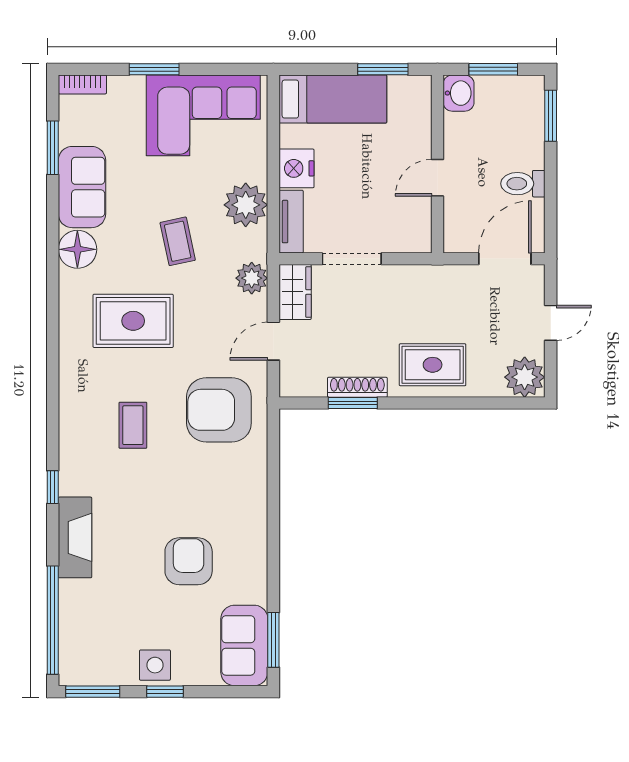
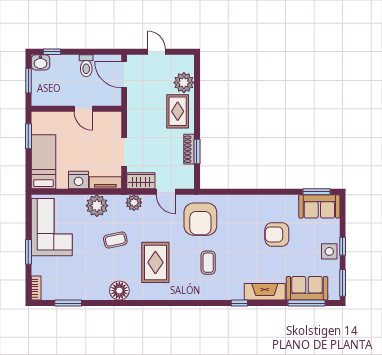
washbasin: (459, 93) -> (40, 62), moved, turned 180
window: (551, 116) -> (52, 52), width x0.67
sofa: (82, 187) -> (307, 288), moved
plant: (525, 377) -> (184, 83), moved
coffee table: (133, 425) -> (208, 263), turned 90
window: (53, 620) -> (307, 303), width x0.68

